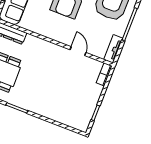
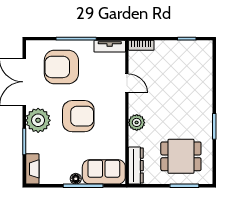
plant: (44, 47) -> (137, 122), added
door: (78, 51) -> (127, 83), swing flipped

